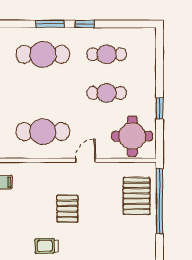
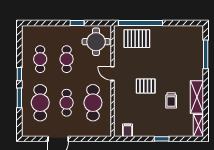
cafe table: (43, 93) -> (67, 103), added

